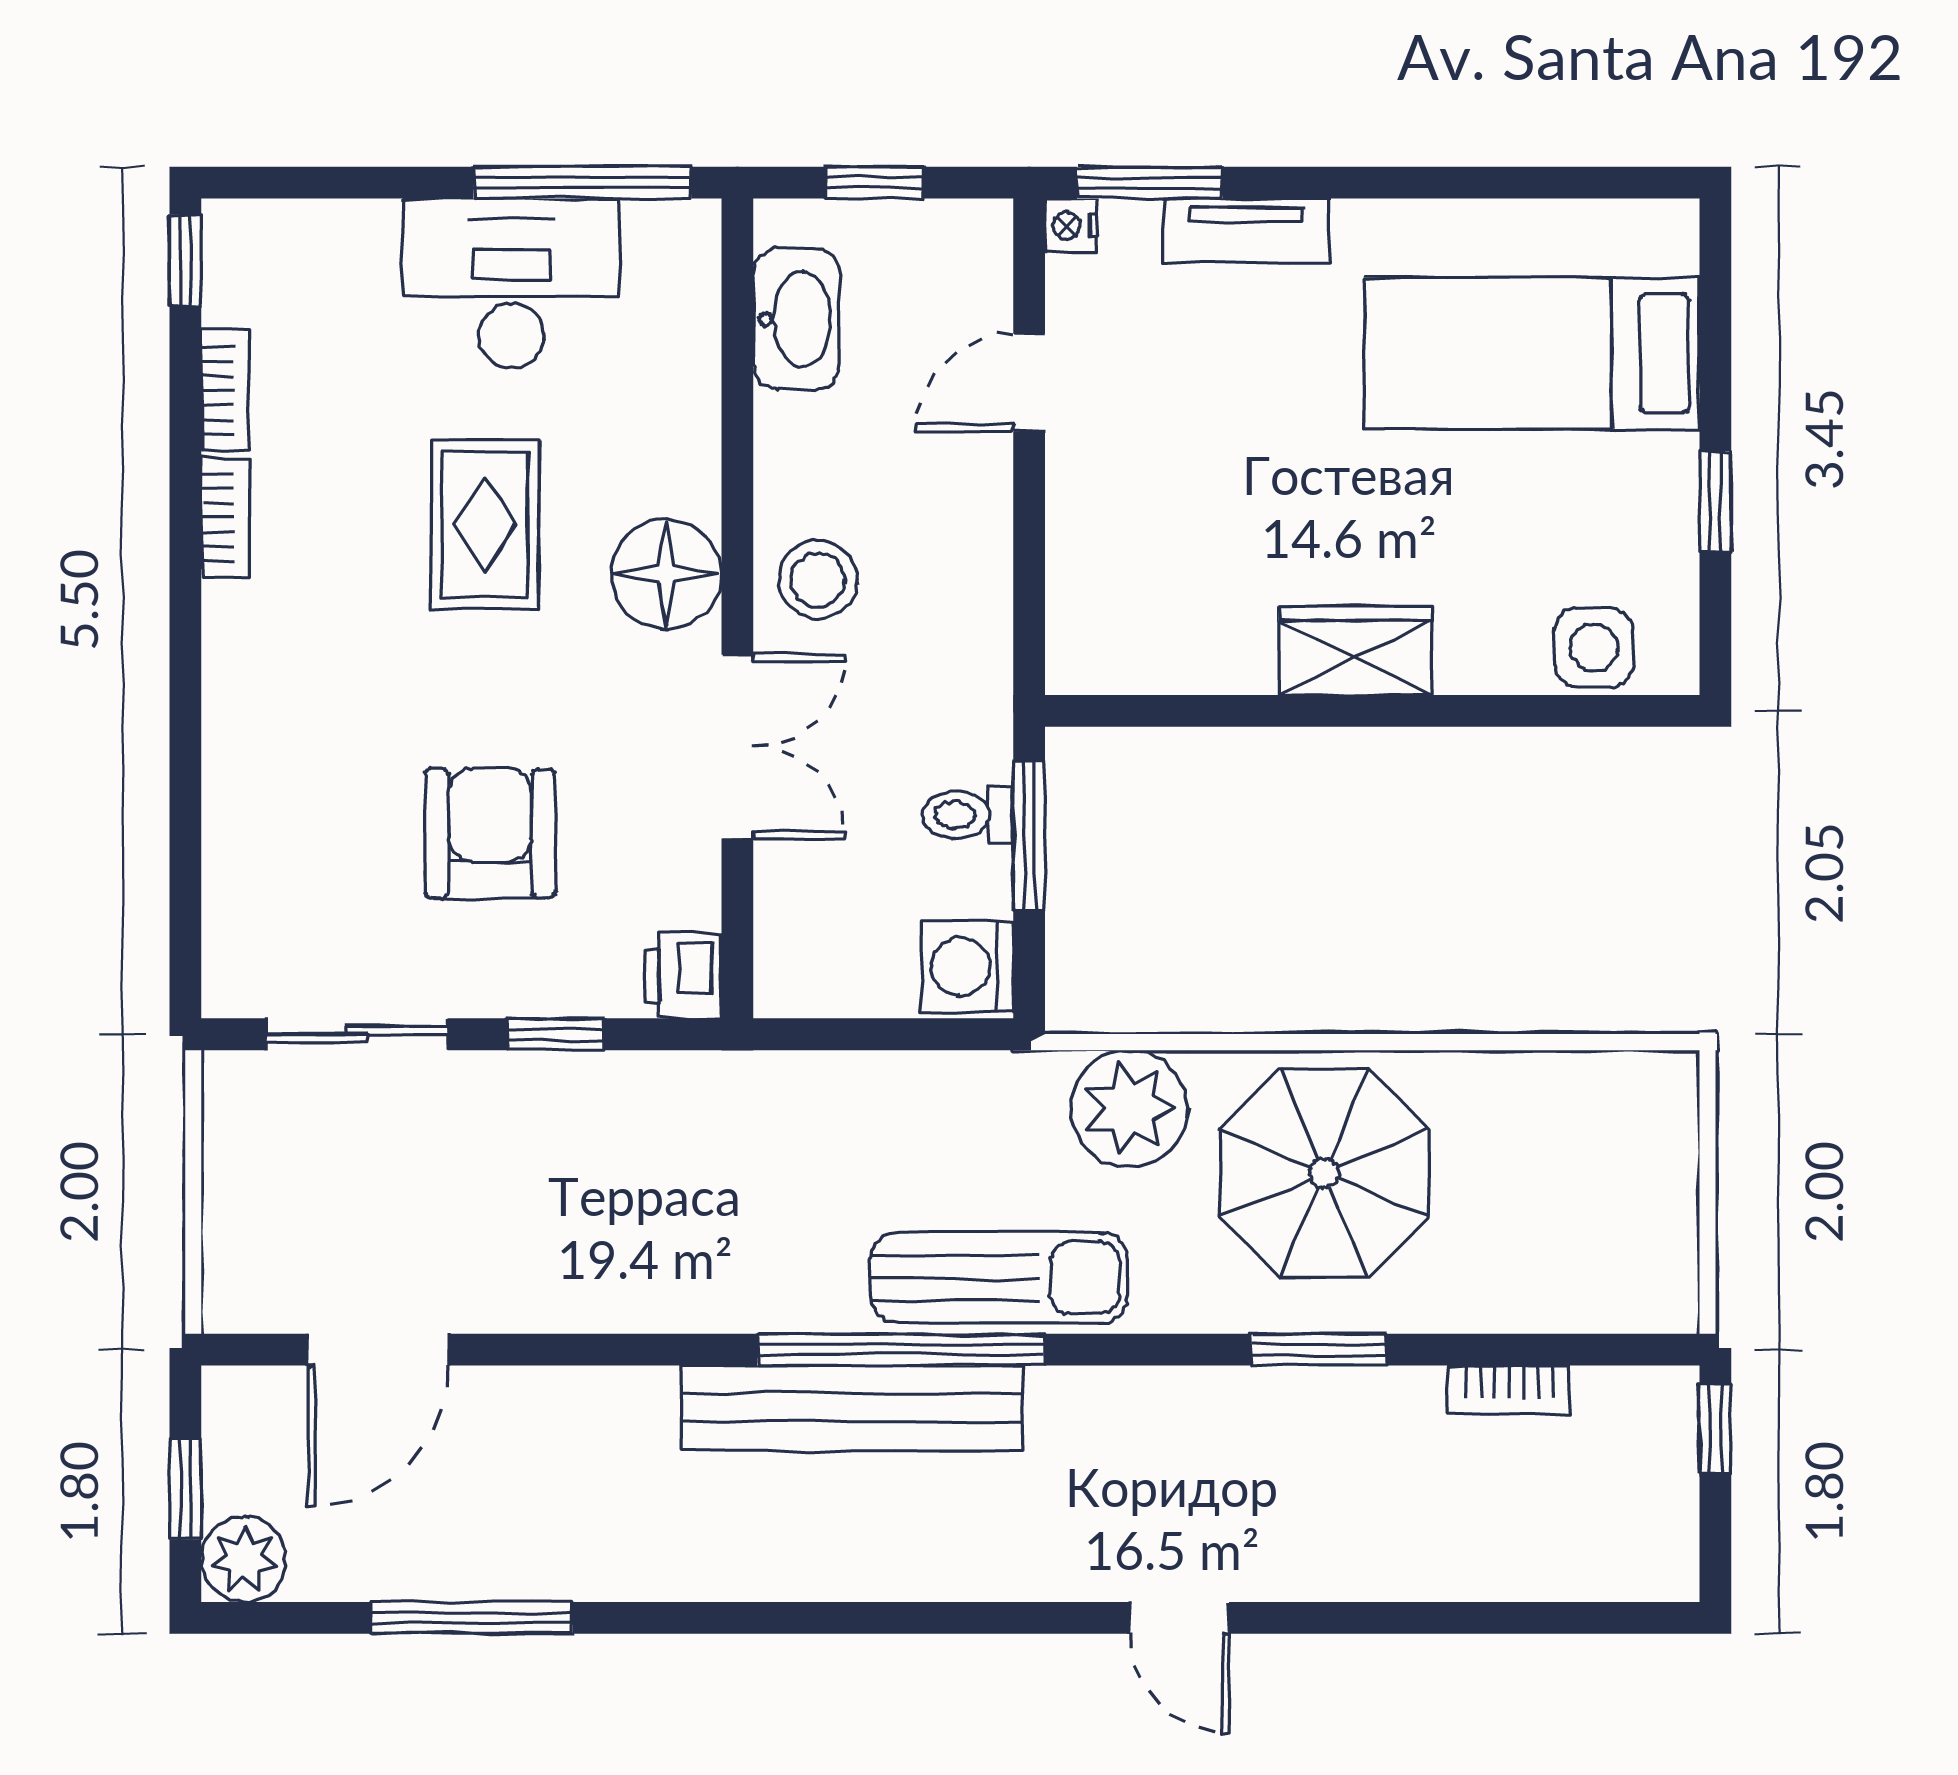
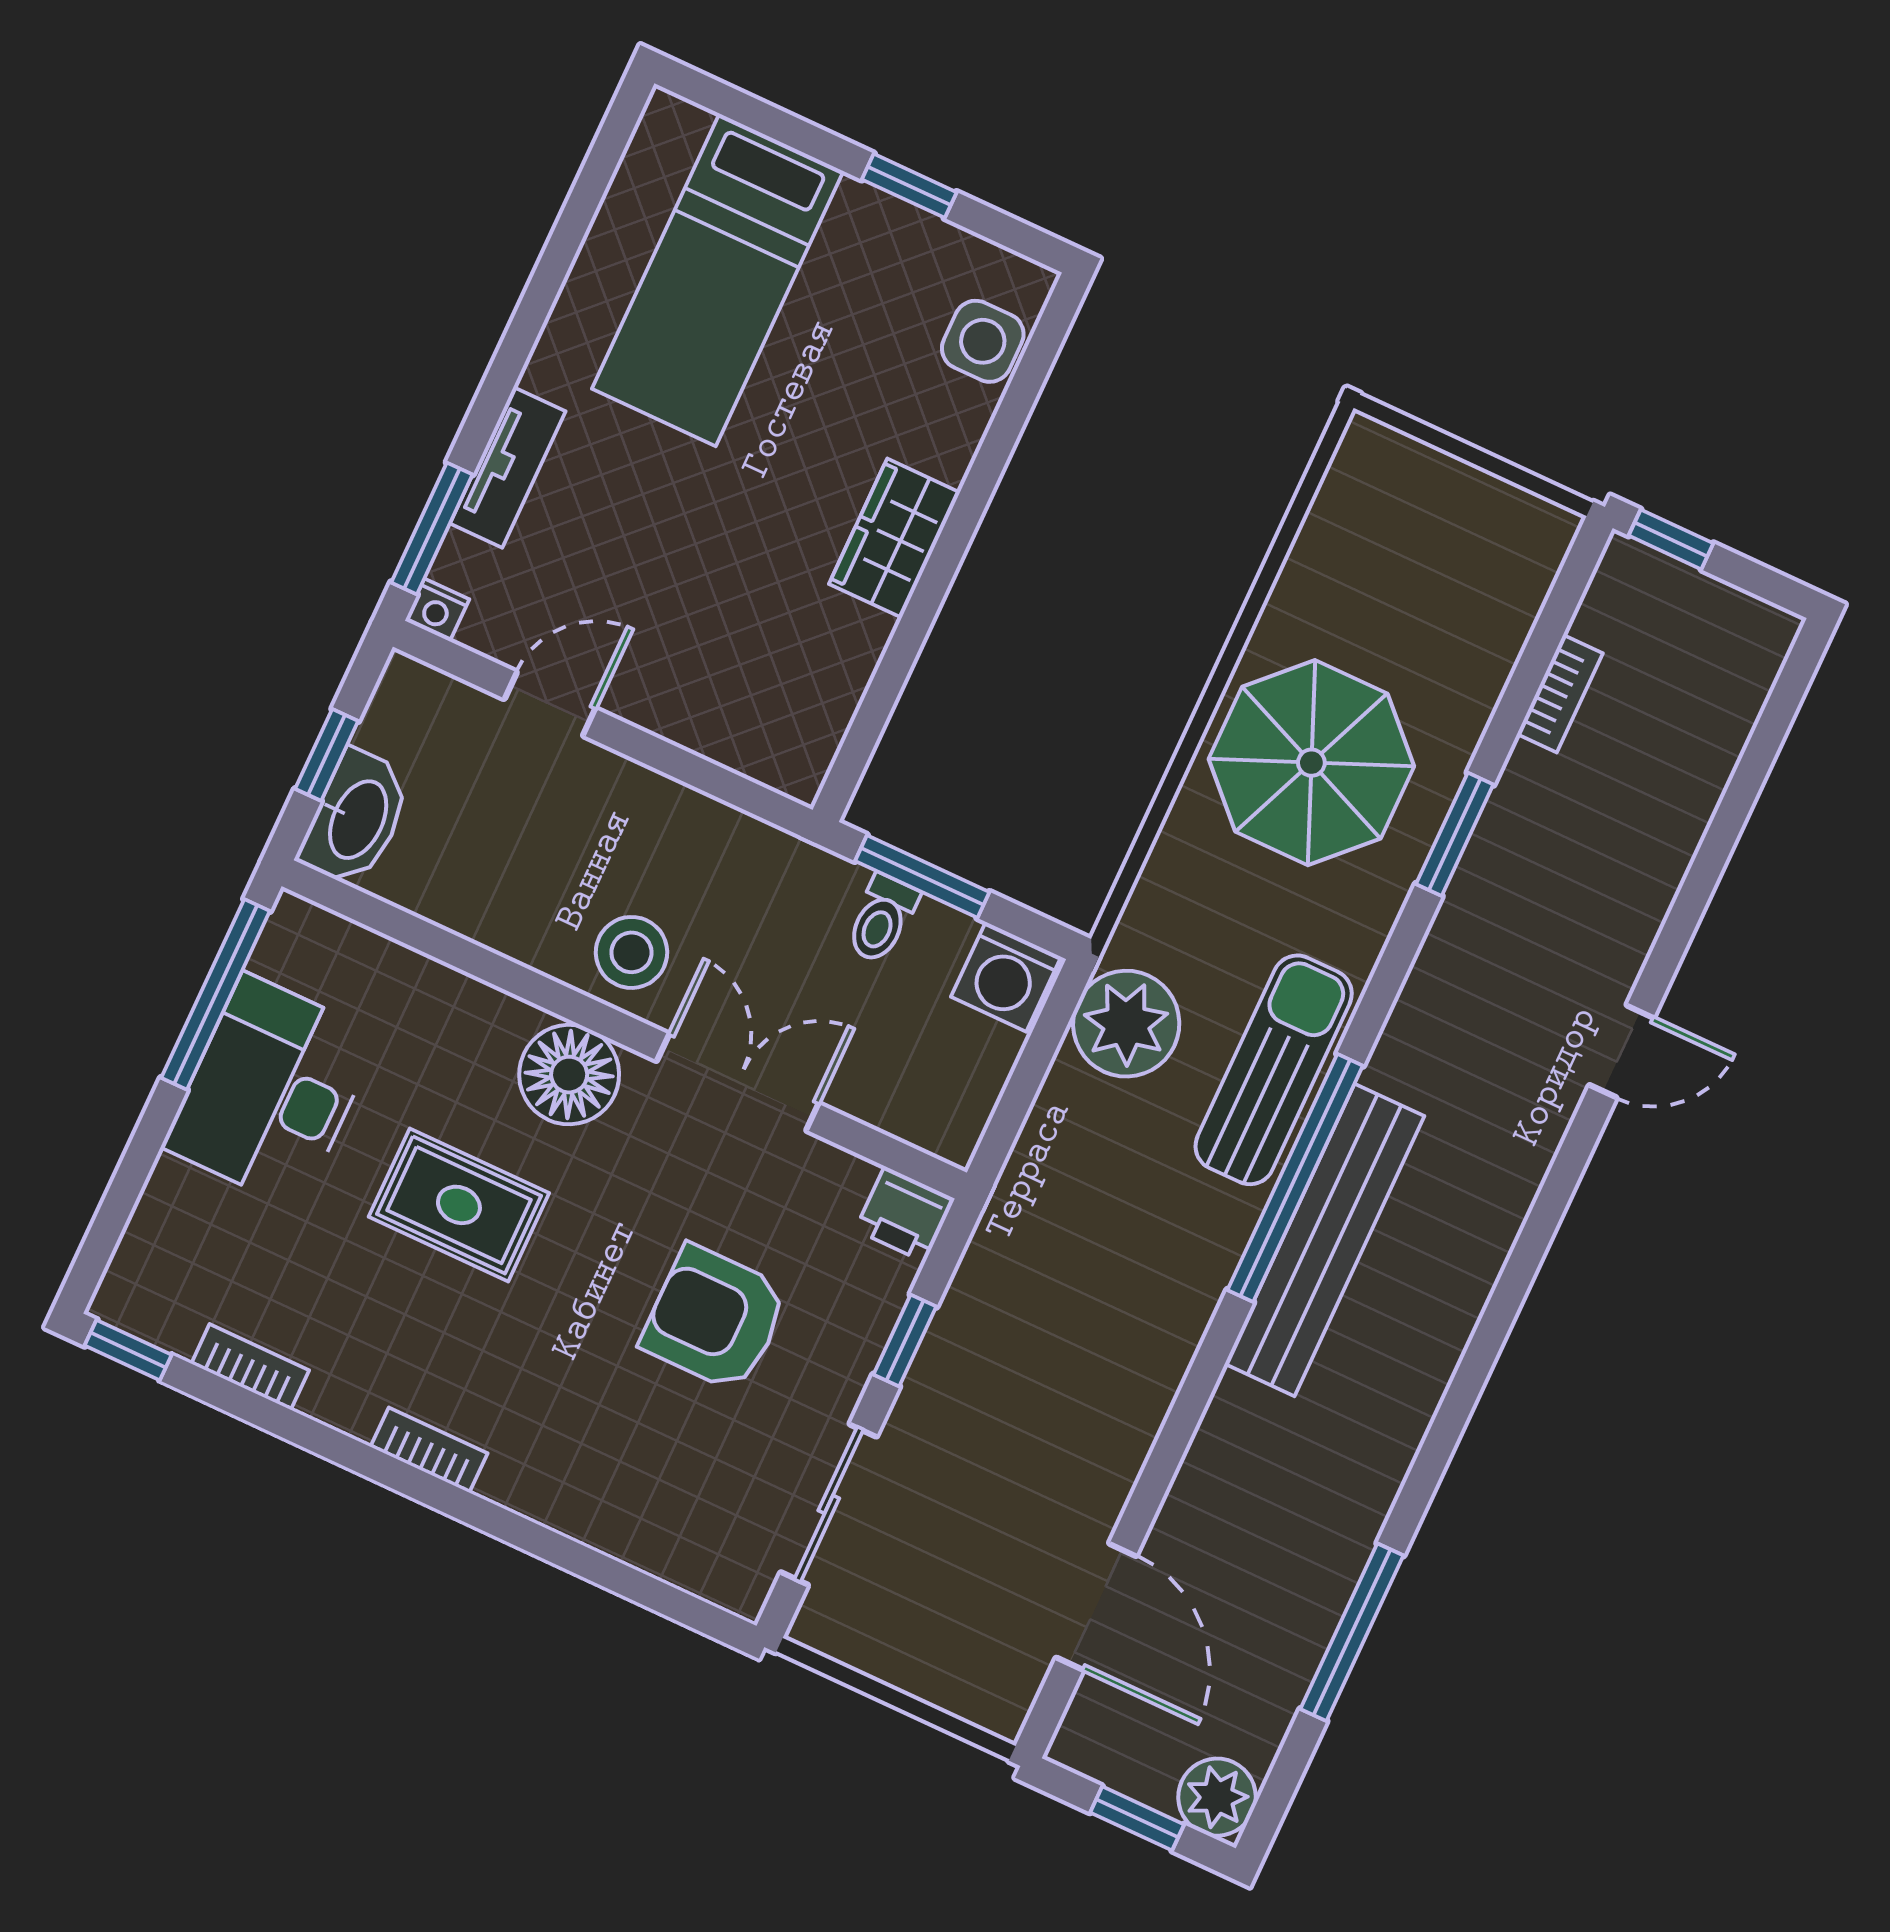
washbasin: (796, 319) -> (356, 819), moved, turned 90
door: (1029, 382) -> (550, 704), swing flipped
bookcase: (225, 517) -> (429, 1450), moved
plant: (1129, 1109) -> (1126, 1024), moved

